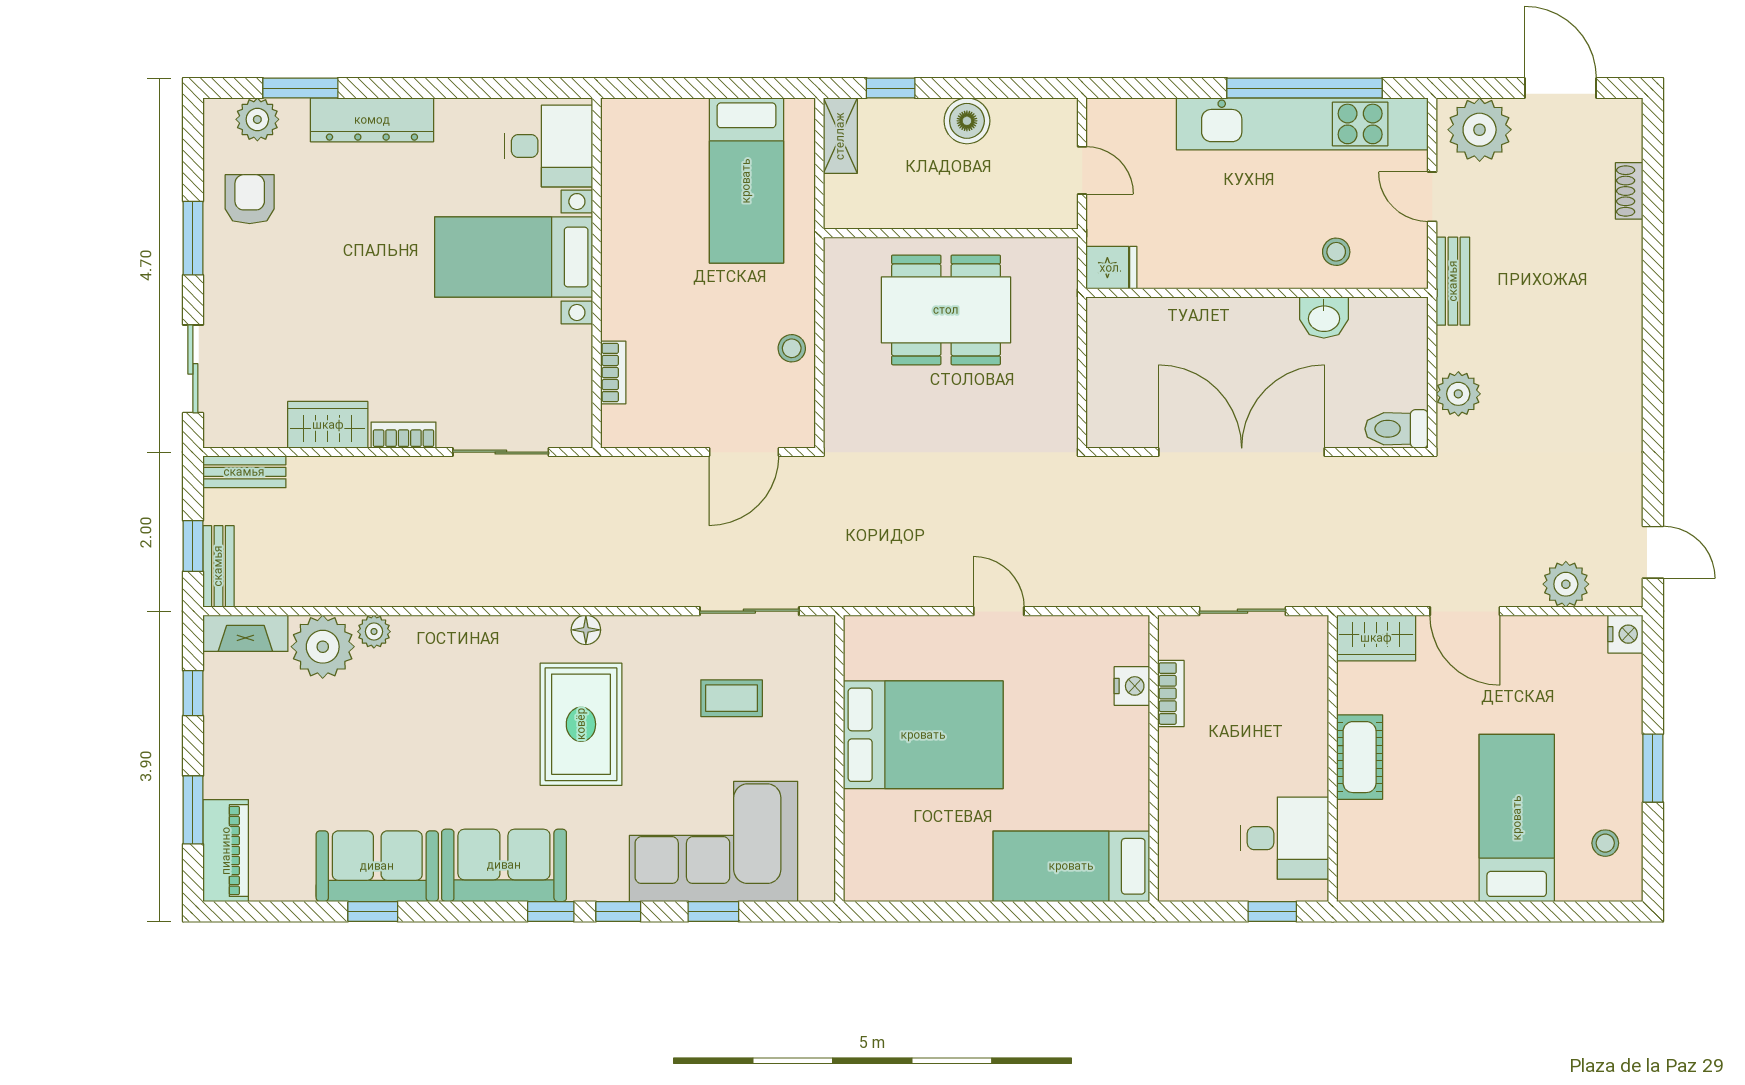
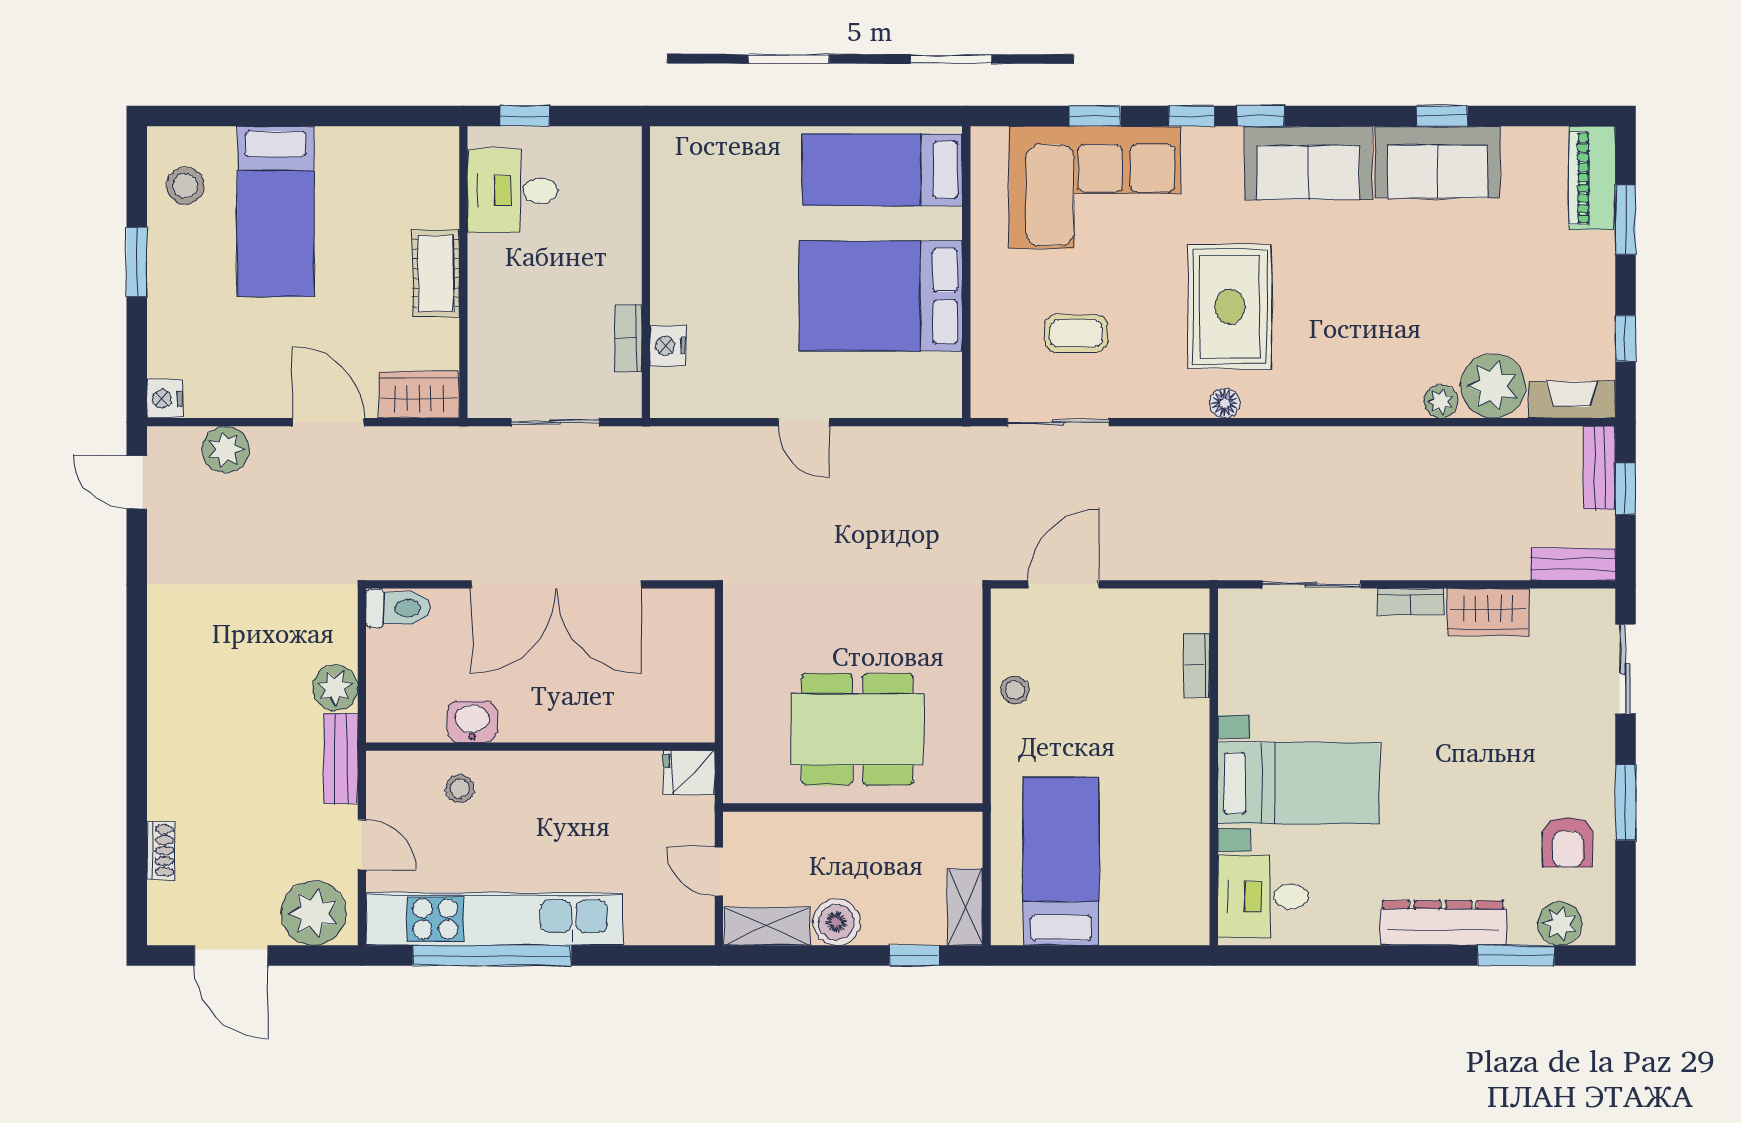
shelving: (1035, 117) -> (767, 926), added
plant: (1458, 394) -> (335, 688), moved
stool: (1605, 843) -> (185, 186), width x1.37, depth x1.37
bed: (1071, 866) -> (882, 170), moved, turned 180

